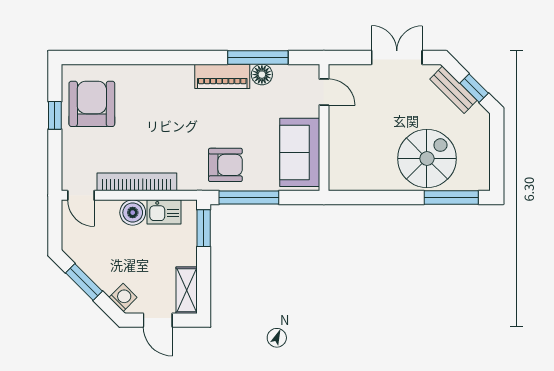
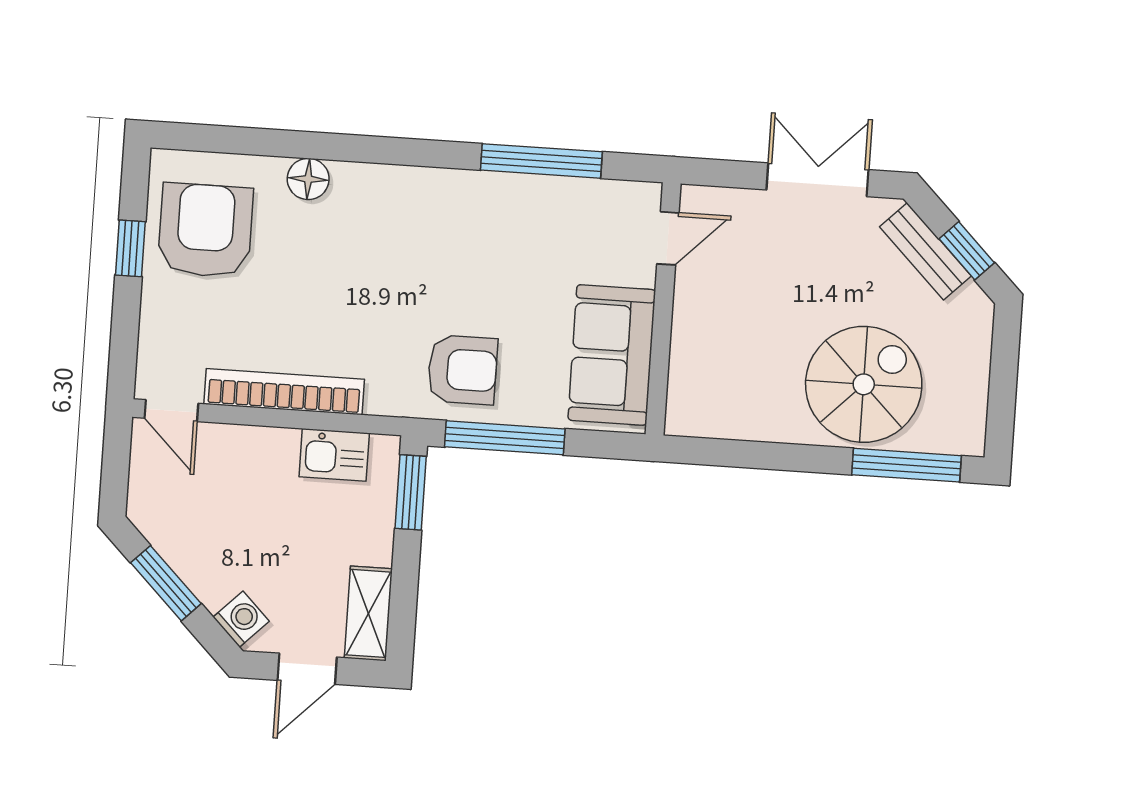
floor lamp: (262, 75) -> (308, 179), moved
piano: (222, 76) -> (468, 194), removed
door: (324, 92) -> (668, 238), hinge flipped
boiler: (133, 213) -> (272, 452), removed
door: (158, 320) -> (307, 669), hinge flipped

